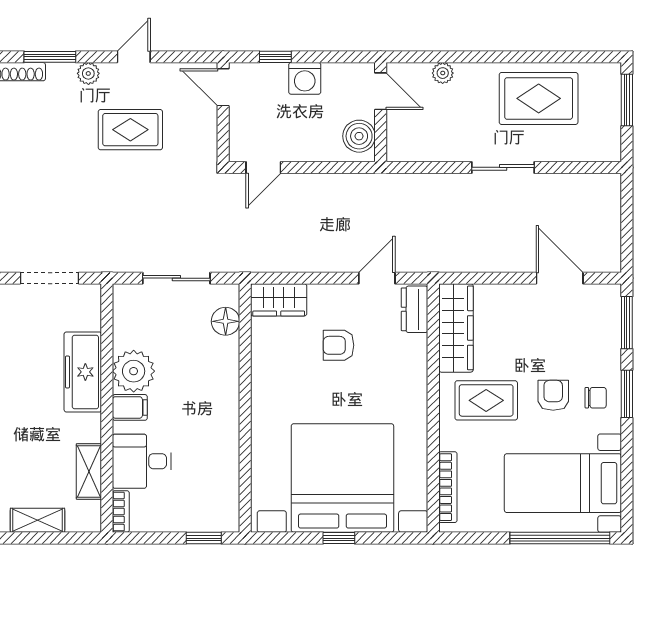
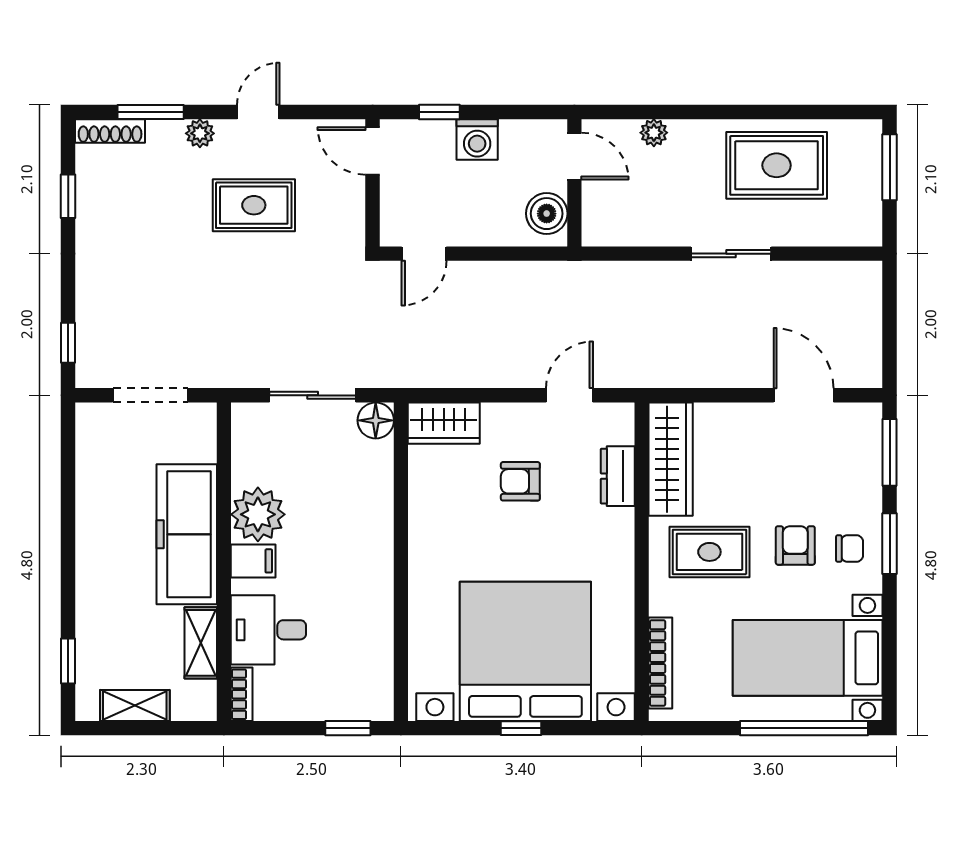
dresser: (415, 309) -> (618, 476), moved
floor lamp: (226, 321) -> (376, 420), moved
freezer: (83, 372) -> (187, 534), width x1.36, depth x1.26

